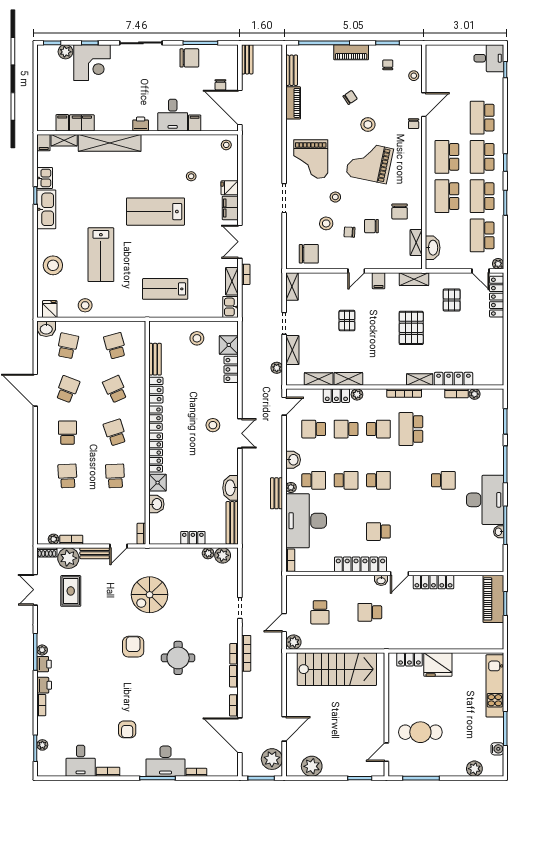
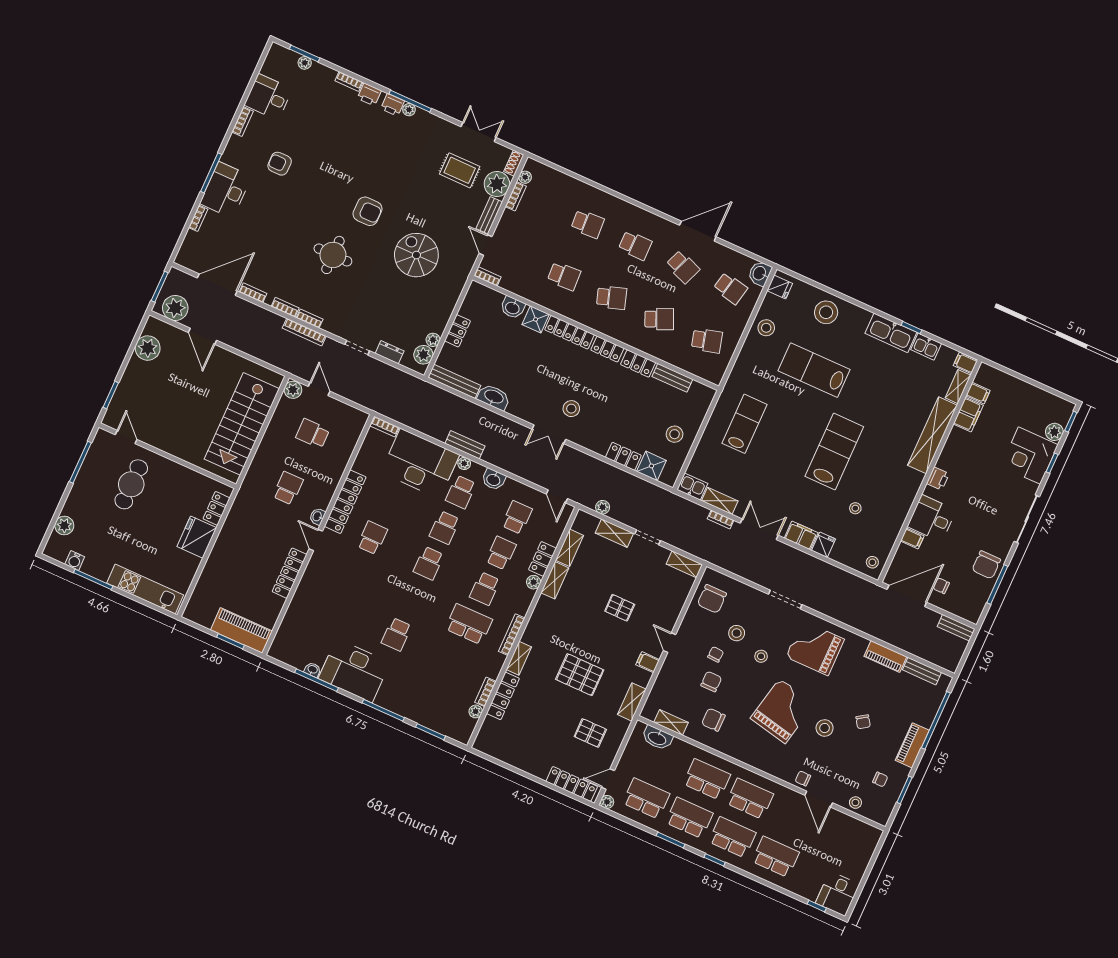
dresser: (232, 582) -> (390, 352), added

